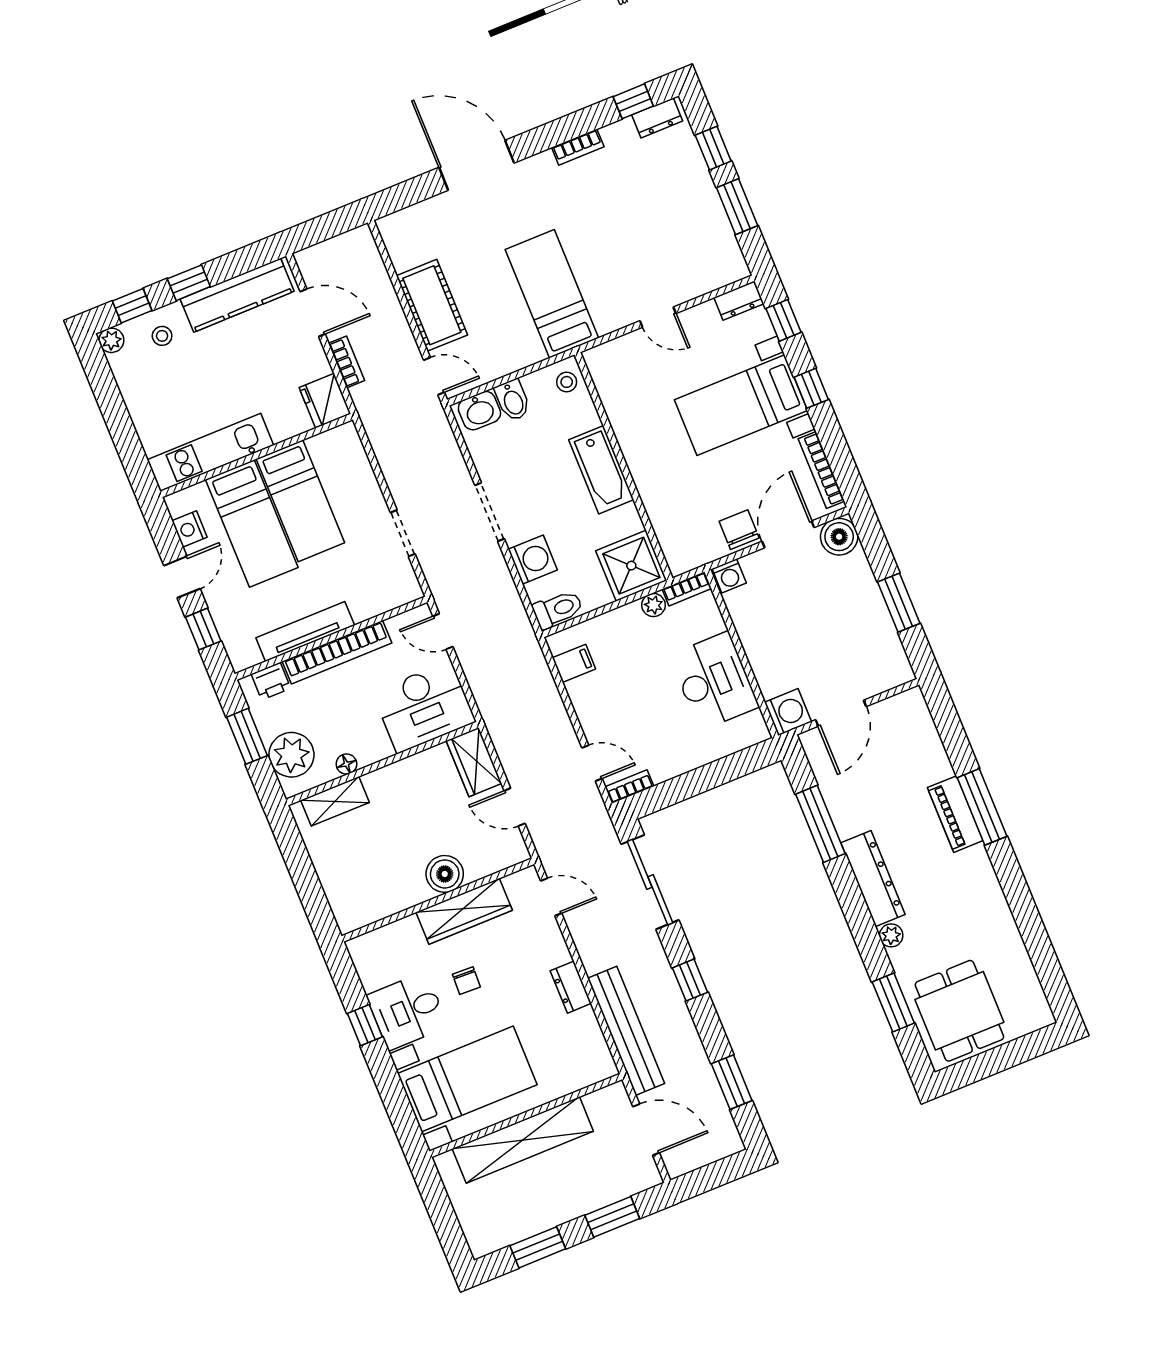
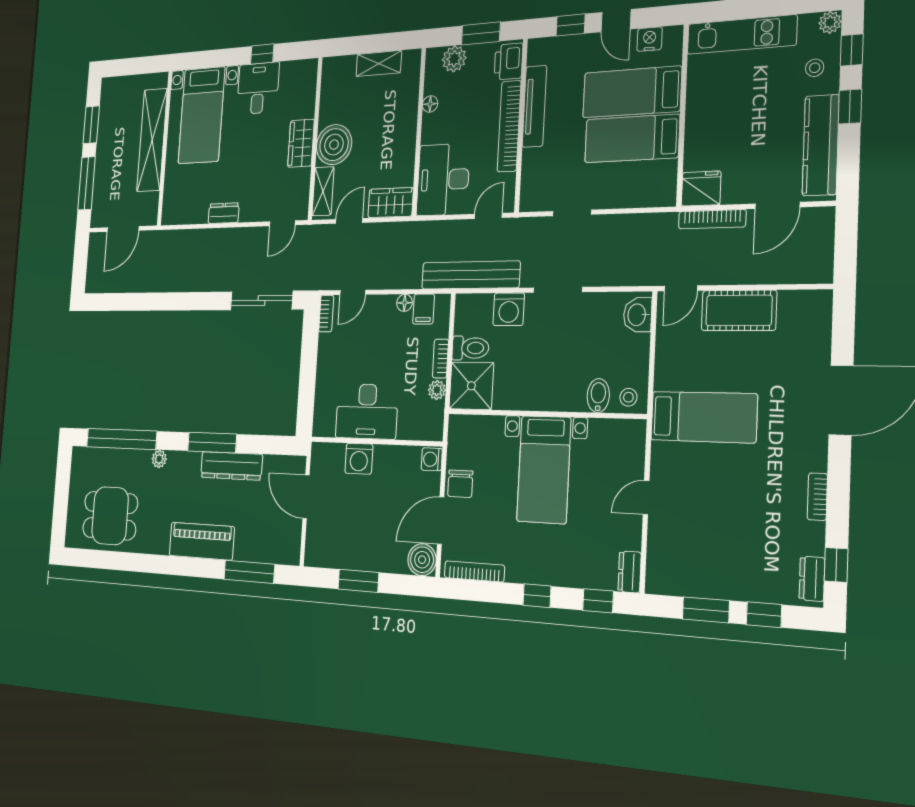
bookcase: (346, 362) -> (712, 219), width x1.56
bidet: (513, 400) -> (598, 396), moved, turned 90
bed with nightstands: (741, 405) -> (544, 469), moved, turned 180
kitchen unit: (210, 452) -> (742, 35), moved, turned 90
bathtub: (601, 470) -> (550, 395), removed
chair: (739, 530) -> (460, 484), turned 90
door: (788, 534) -> (441, 521), swing flipped
bookcase: (687, 589) -> (440, 359), moved
toilet: (558, 609) -> (470, 348), moved, turned -90
printer: (271, 681) -> (508, 62), width x1.36, depth x1.24
floor lamp: (577, 691) -> (405, 303), added
washing machine: (788, 712) -> (359, 459), moved
plant: (291, 755) -> (454, 59), width x0.73, depth x0.73
shelving: (335, 801) -> (379, 63), moved, turned 90
window: (982, 807) -> (249, 572), moved
piano: (955, 814) -> (202, 541), width x1.37, depth x1.33
window: (820, 824) -> (212, 443), moved
shelving: (494, 859) -> (323, 191), added
boiler: (445, 874) -> (334, 145), width x1.37, depth x1.37
dresser: (873, 879) -> (231, 466), moved
wardrobe: (464, 911) -> (301, 143), width x0.67
window: (690, 980) -> (193, 301), removed
chair: (466, 981) -> (258, 139), removed
window: (893, 1003) -> (121, 439), width x2.11
dining table: (959, 1011) -> (110, 516), moved
bench: (626, 1031) -> (471, 275), moved
window: (732, 1082) -> (124, 302), removed
window: (612, 1217) -> (87, 183), width x1.44

